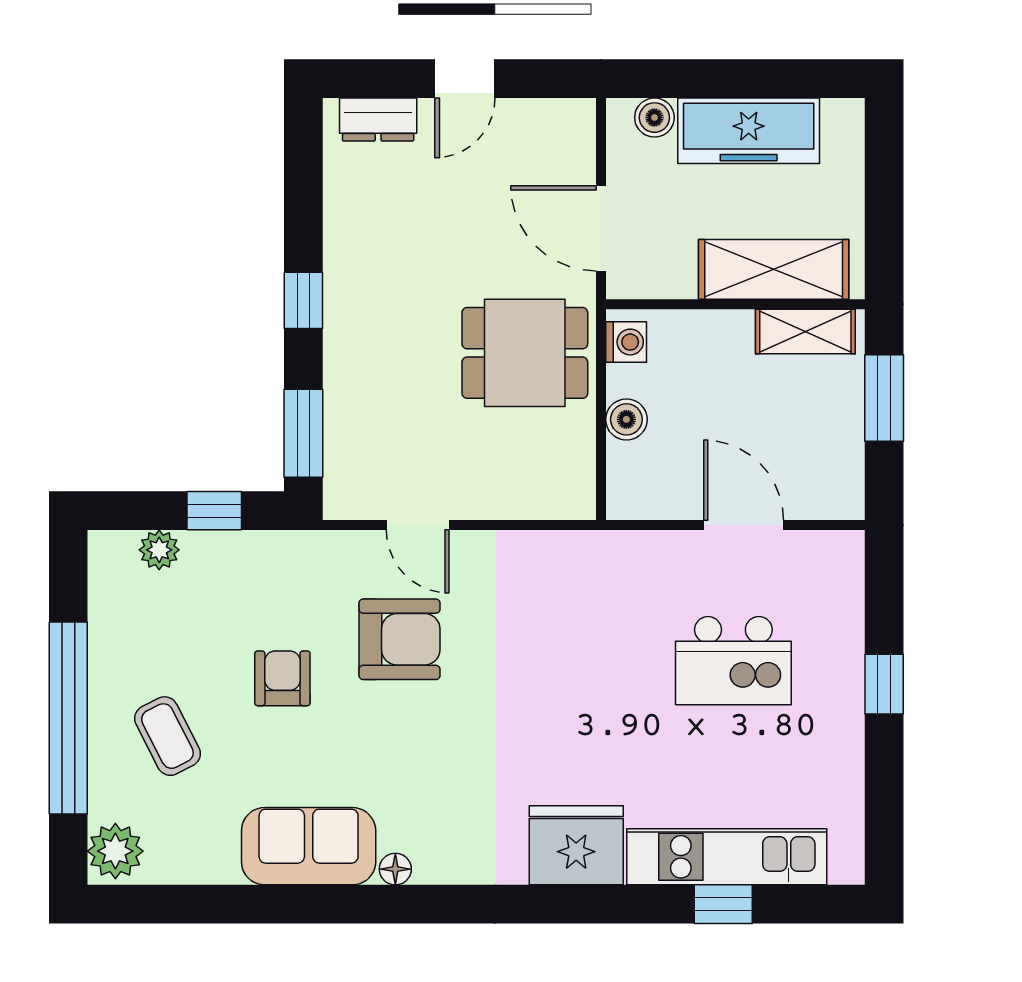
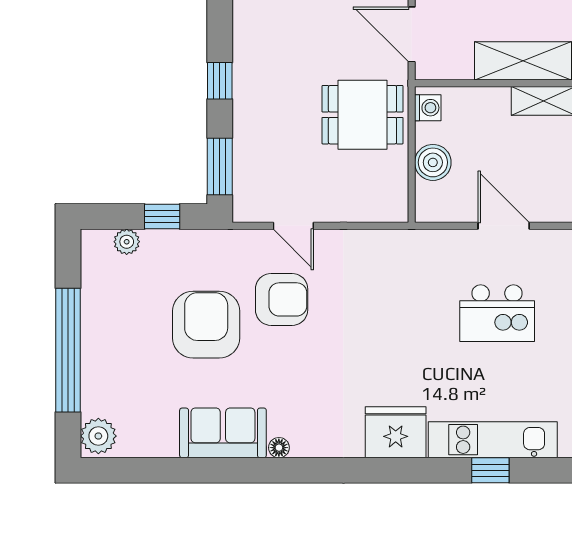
boiler: (626, 419) -> (433, 162), width x1.36, depth x1.36
armchair: (282, 678) -> (206, 325), width x1.88, depth x1.88
coffee table: (167, 736) -> (132, 362), removed

